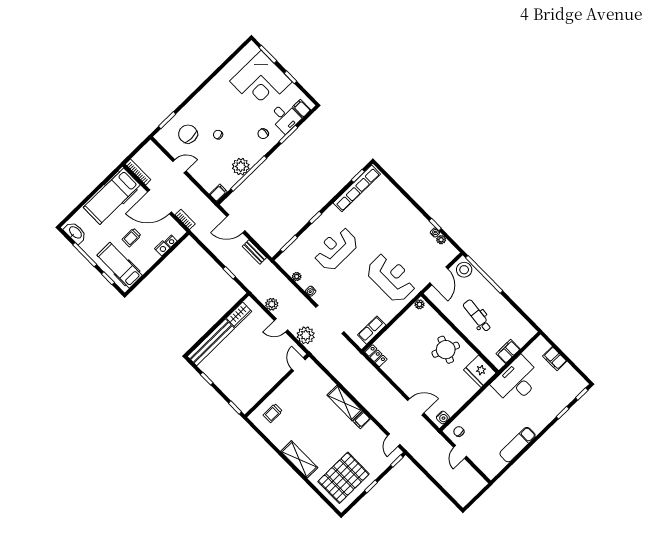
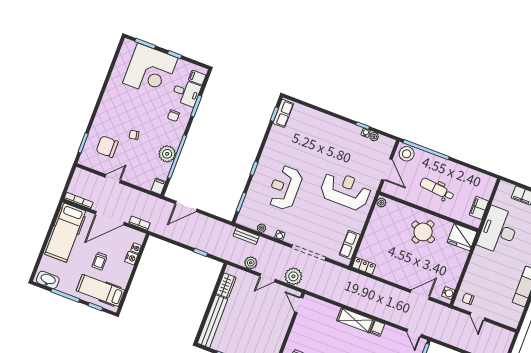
row of seats: (357, 188) -> (283, 113), width x0.50
bench: (254, 252) -> (246, 236), moved

